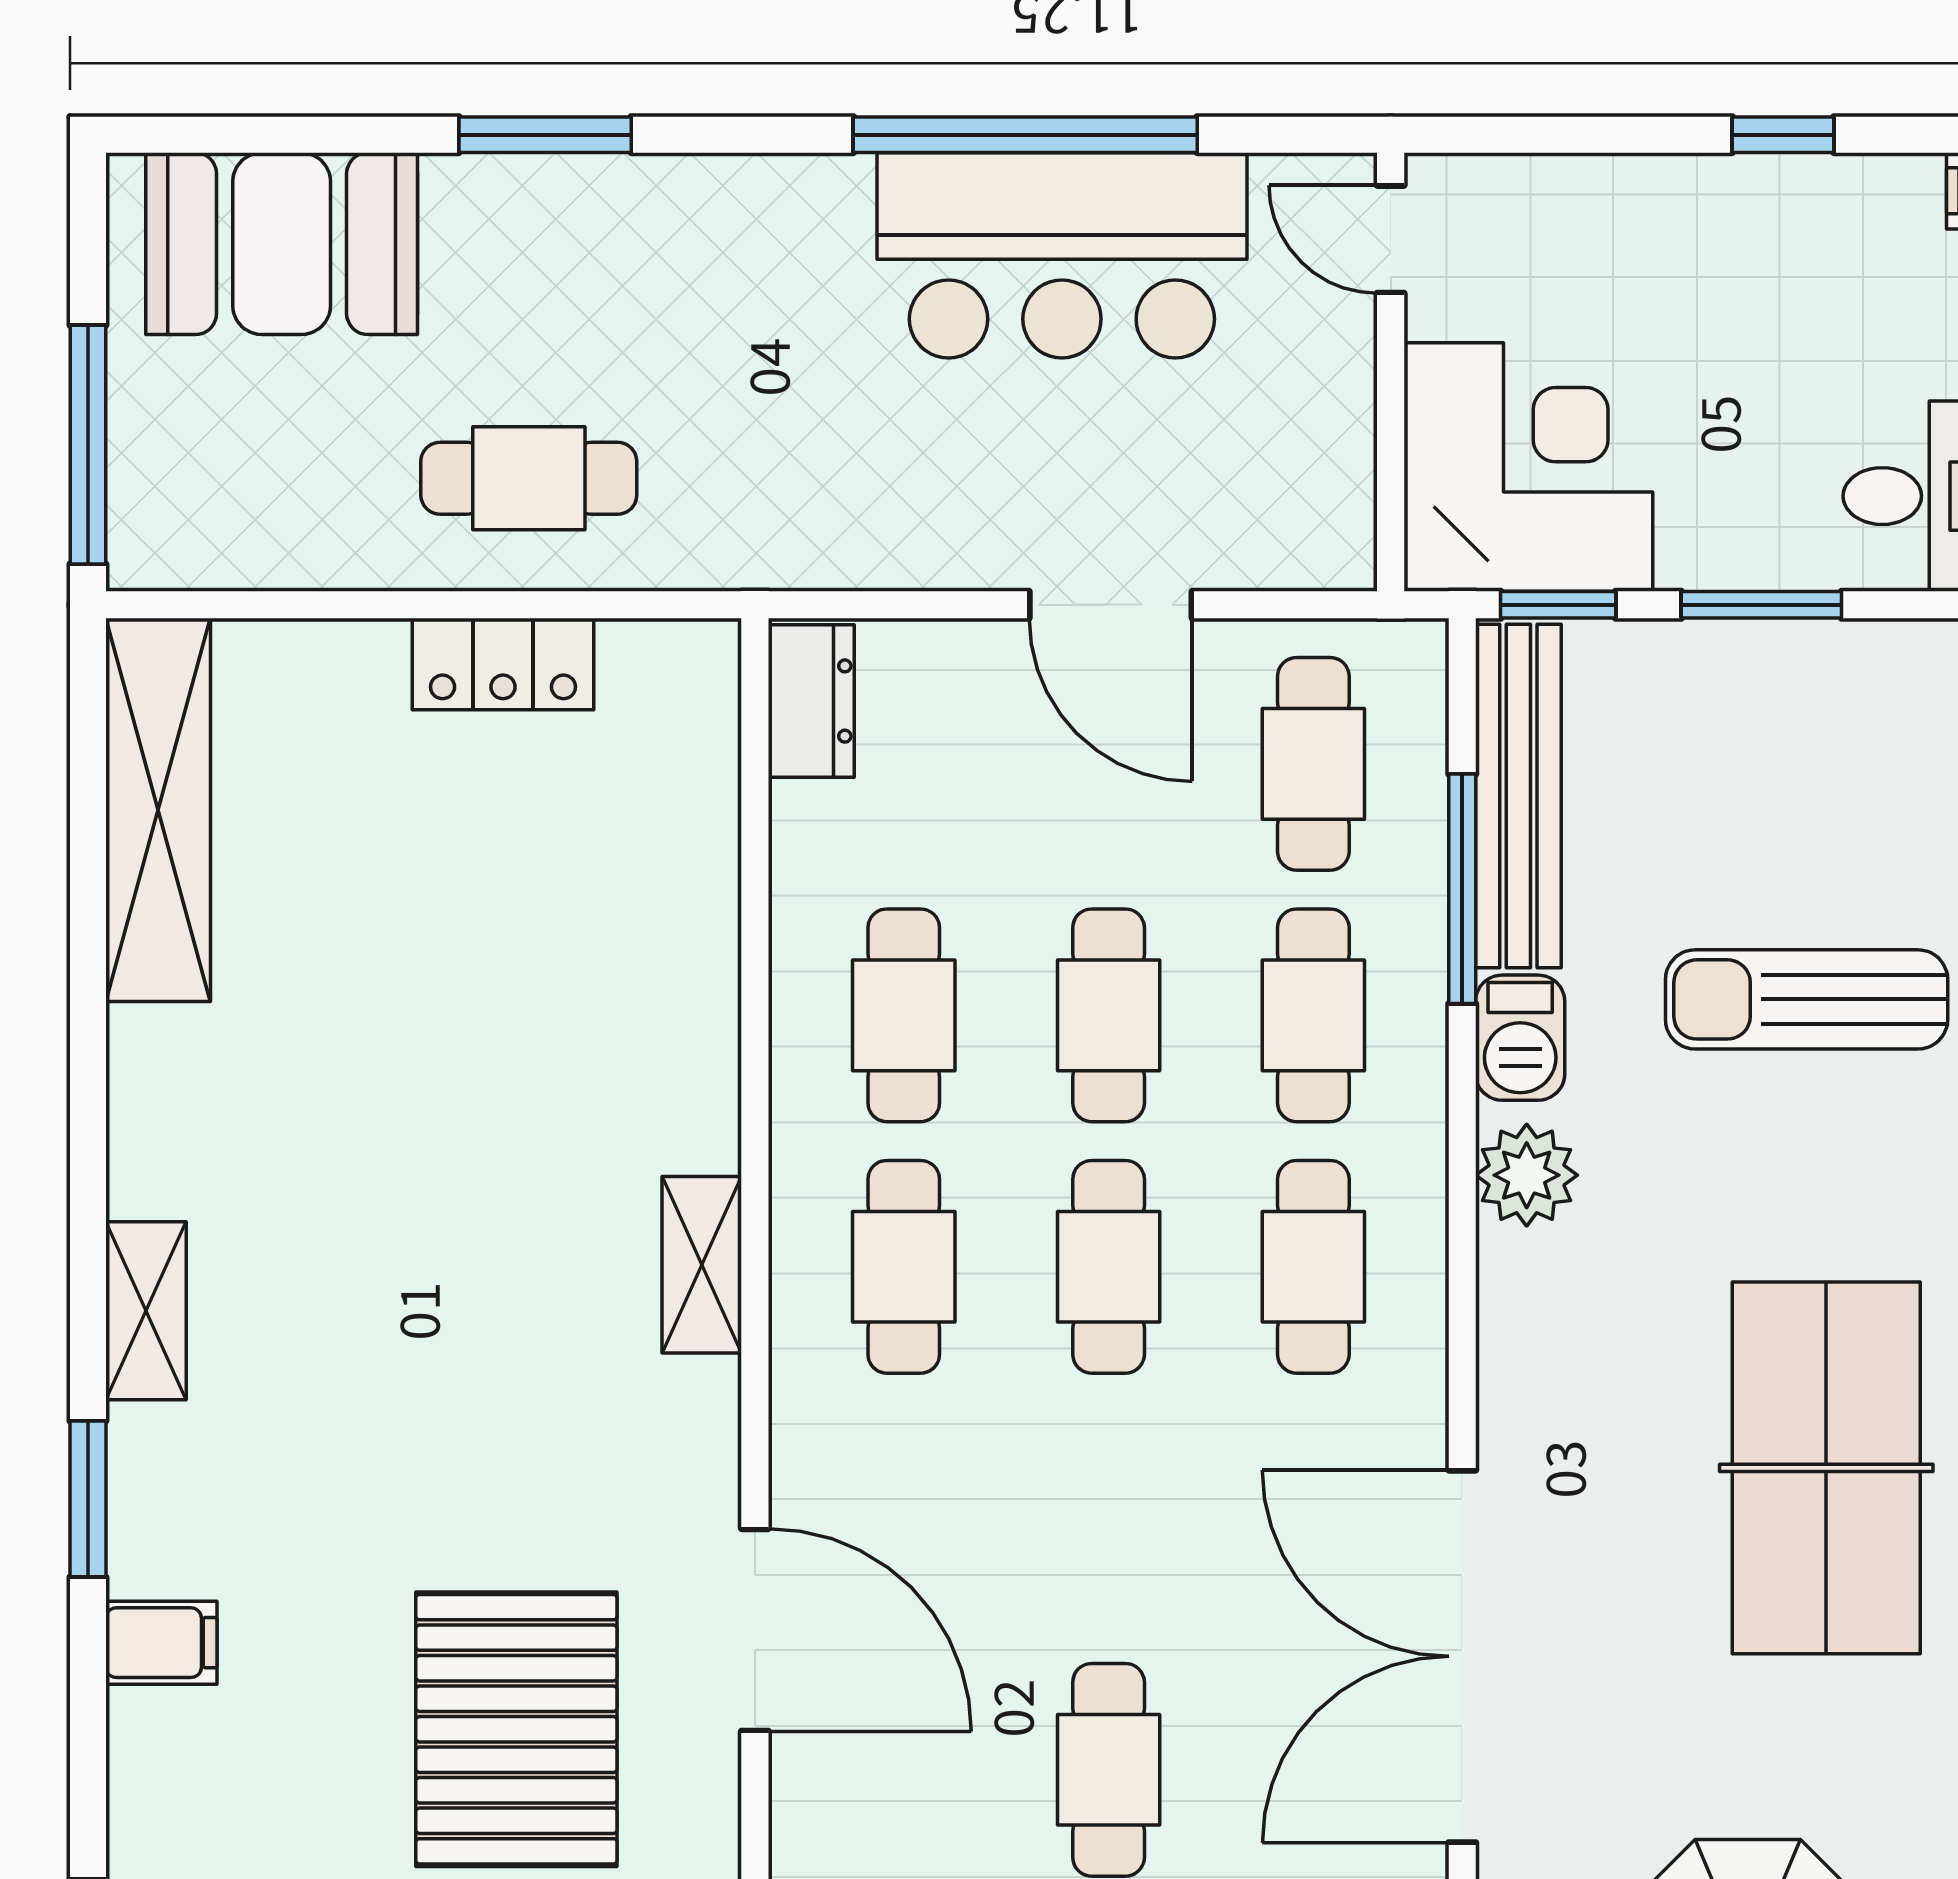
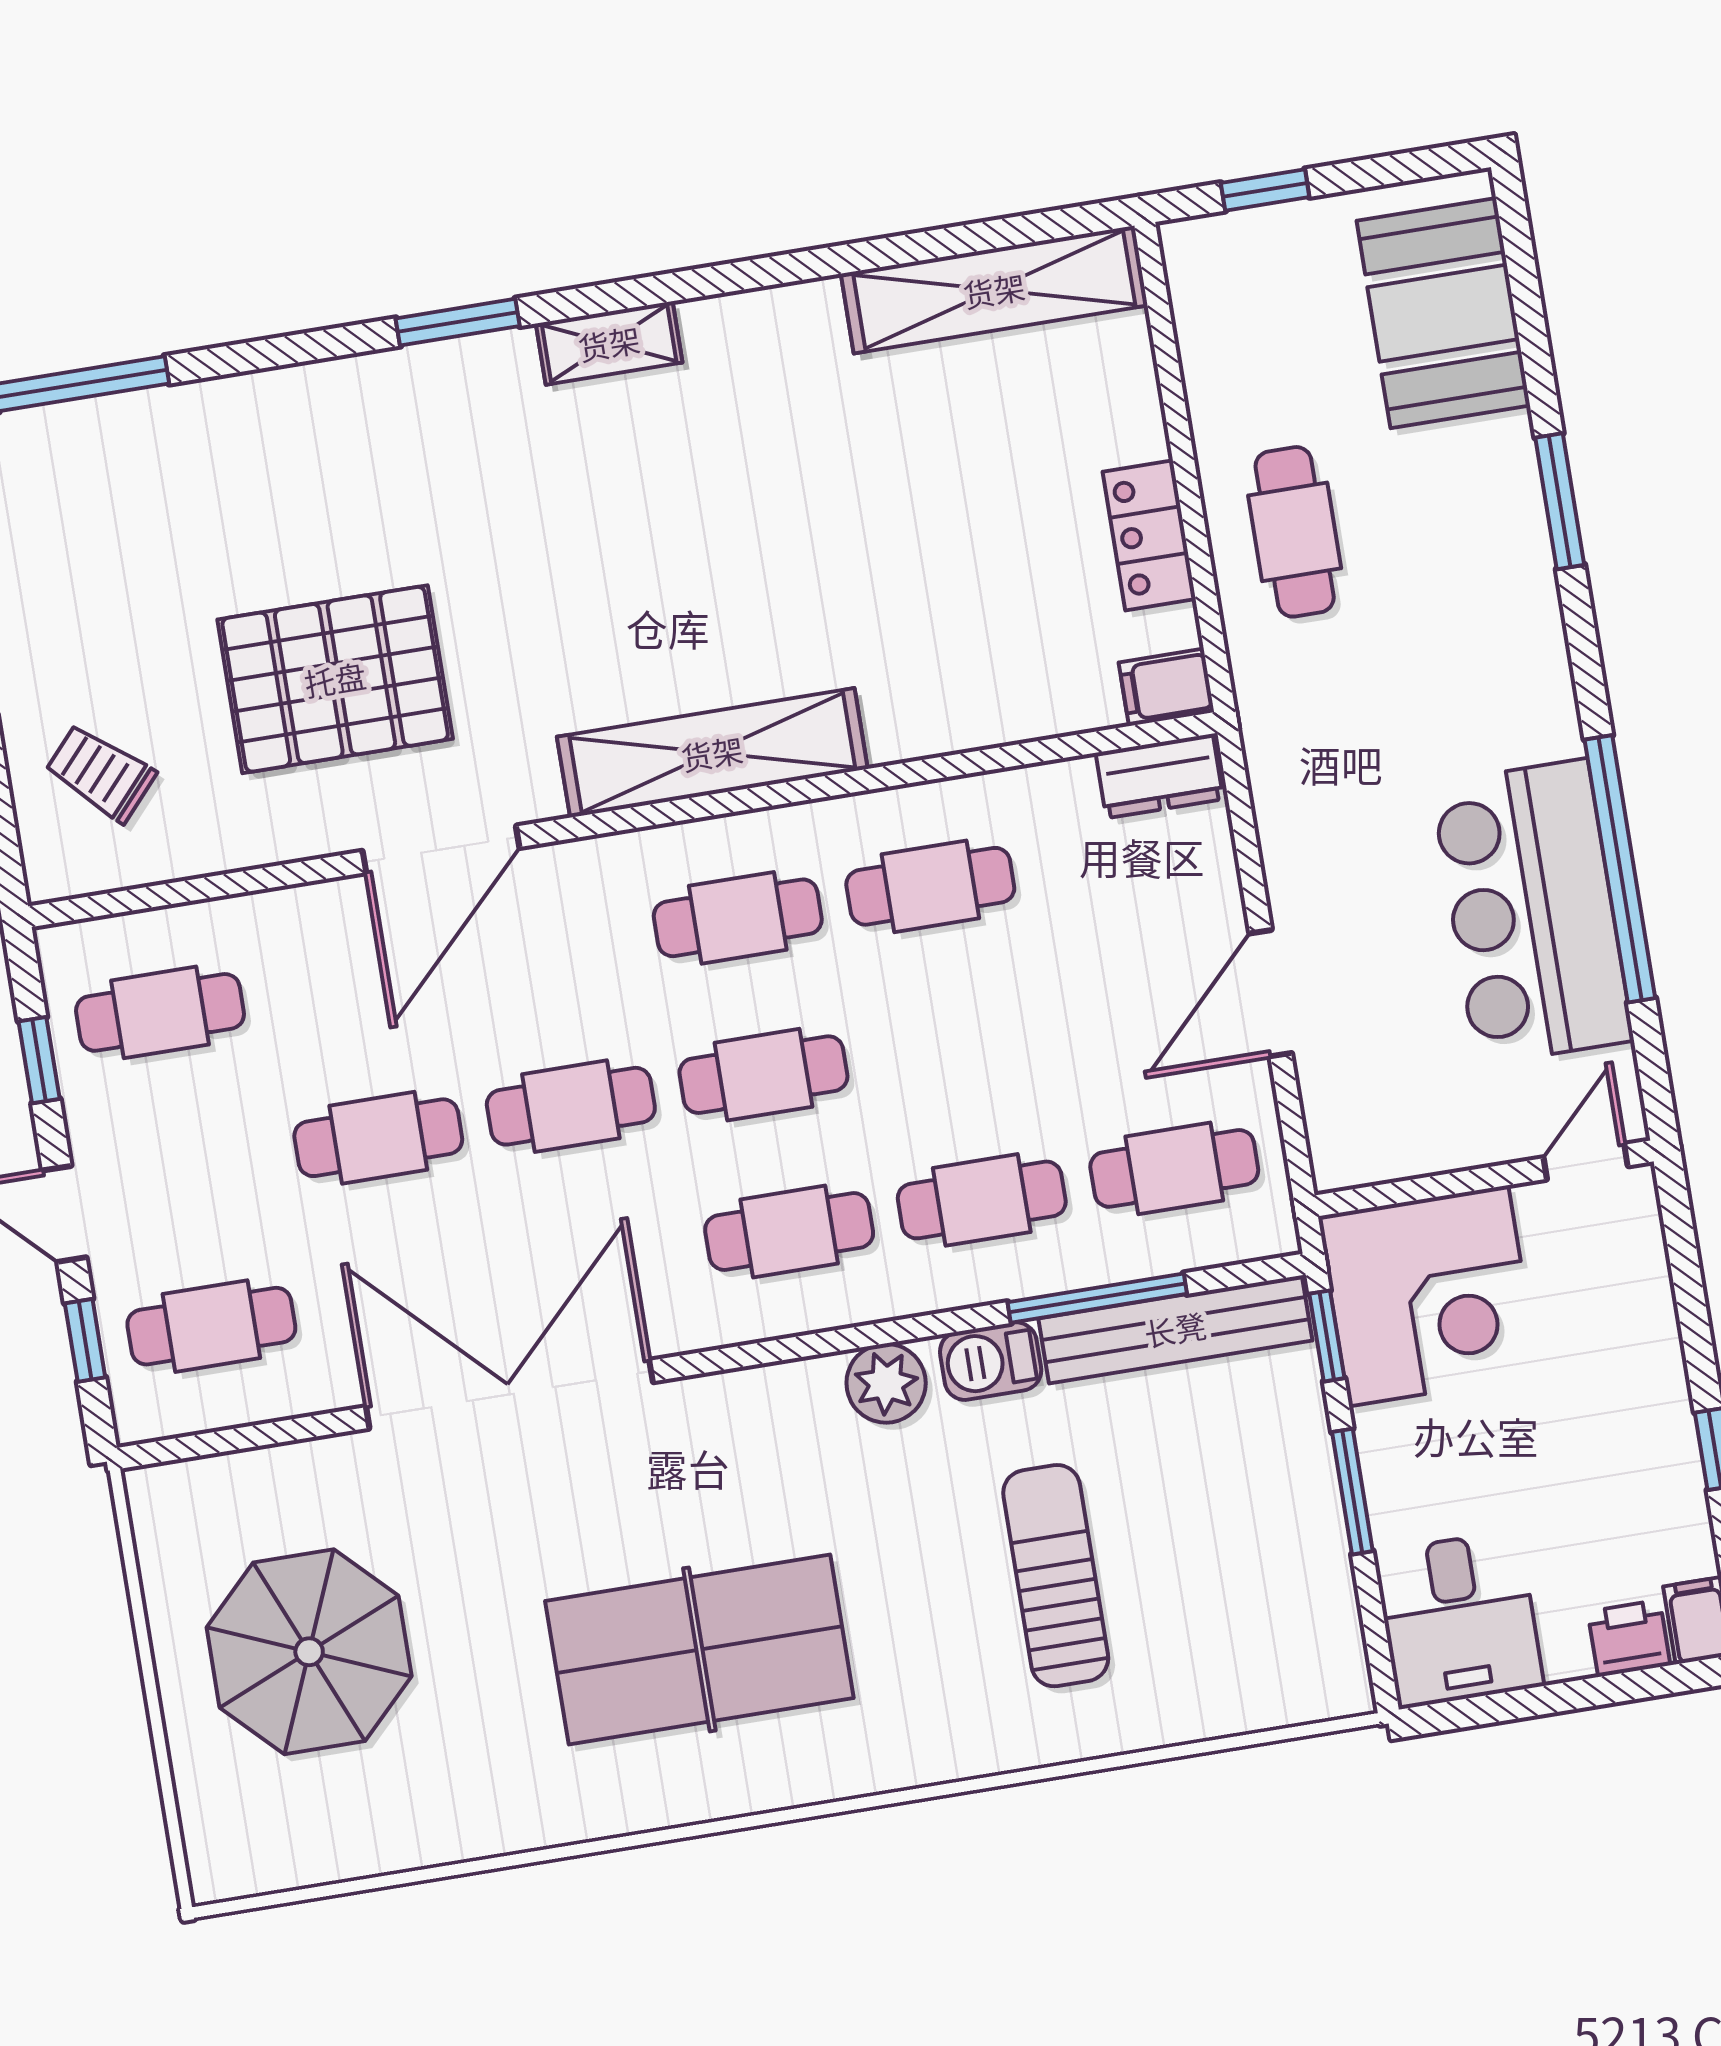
window: (88, 445) -> (1265, 190), width x0.46
cafe table: (1109, 1015) -> (571, 1106), moved
shelving: (702, 1265) -> (712, 753), width x2.20, depth x1.33
filing cabinet: (161, 1643) -> (1166, 687), moved, turned 90

